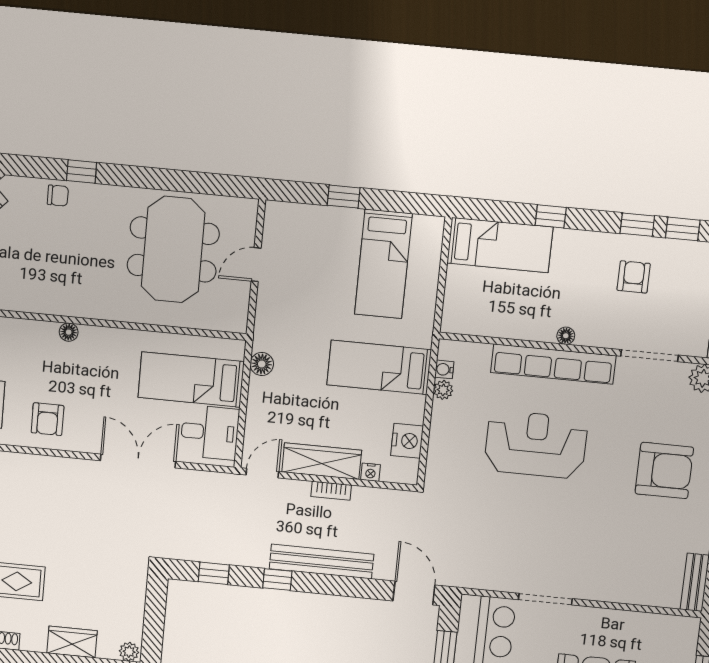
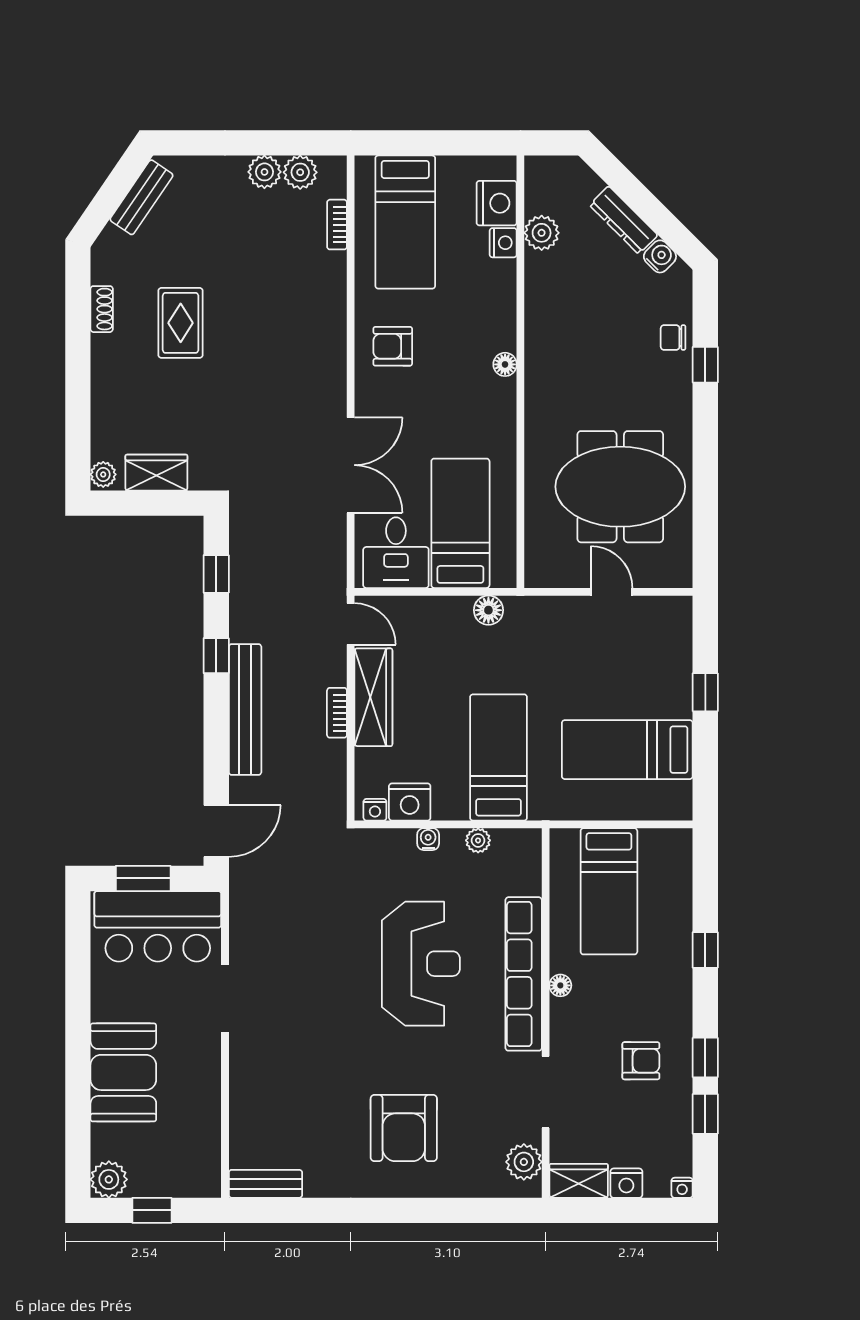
chair: (58, 196) -> (673, 337), turned 90
bed: (500, 245) -> (609, 891), moved
water cooler: (444, 369) -> (428, 839), moved
nightstand: (371, 472) -> (375, 810), moved, turned -90
wardrobe: (72, 642) -> (156, 473), moved, turned -90

